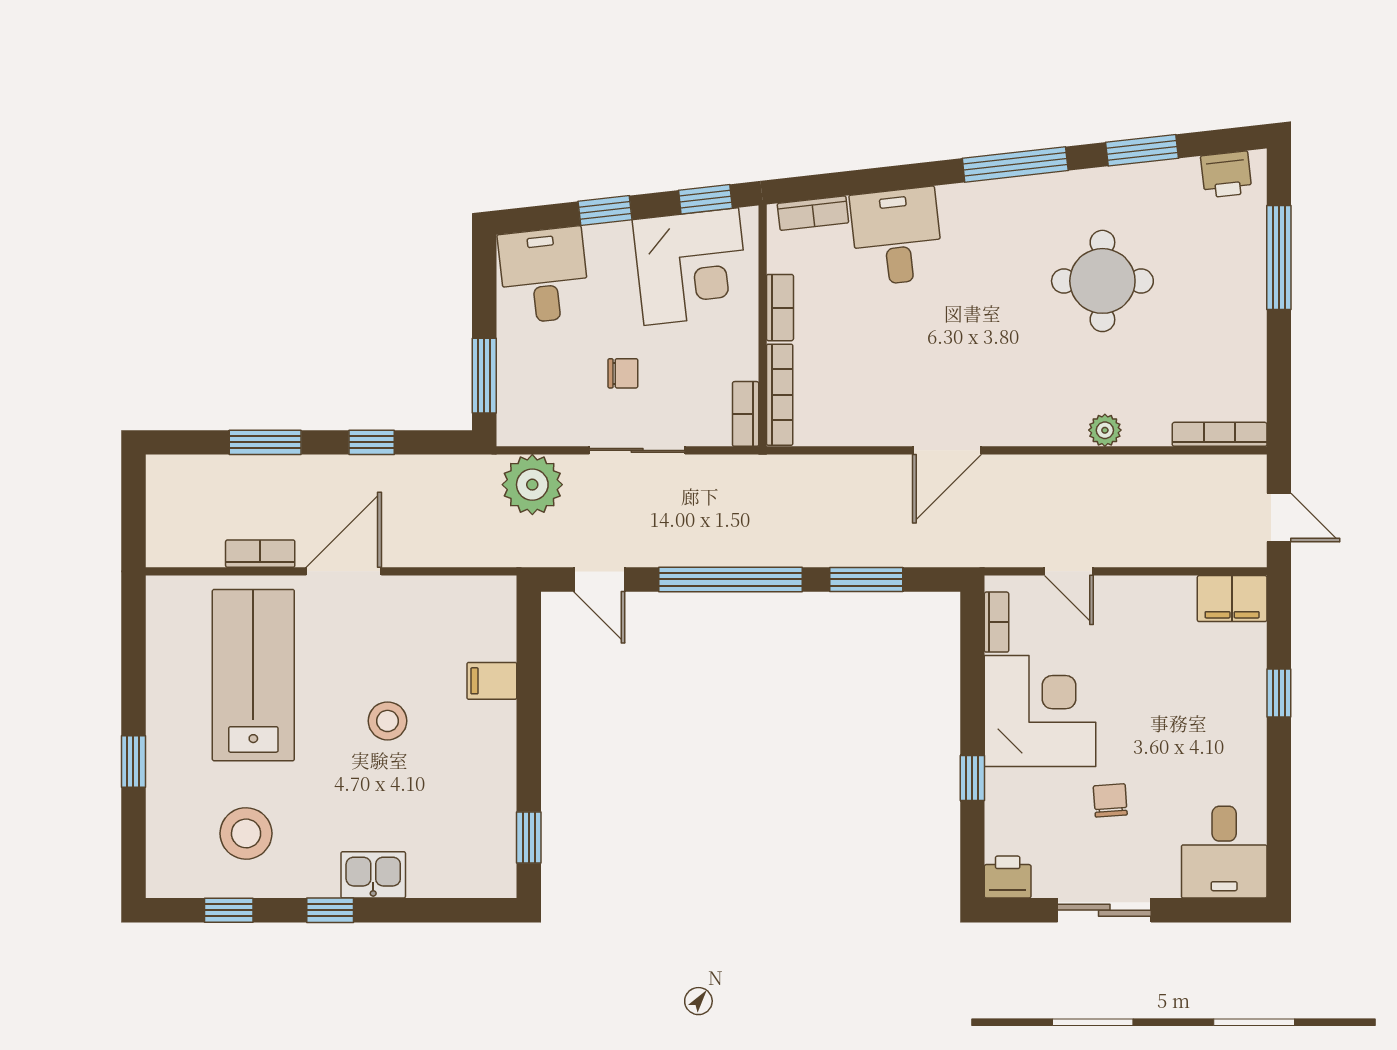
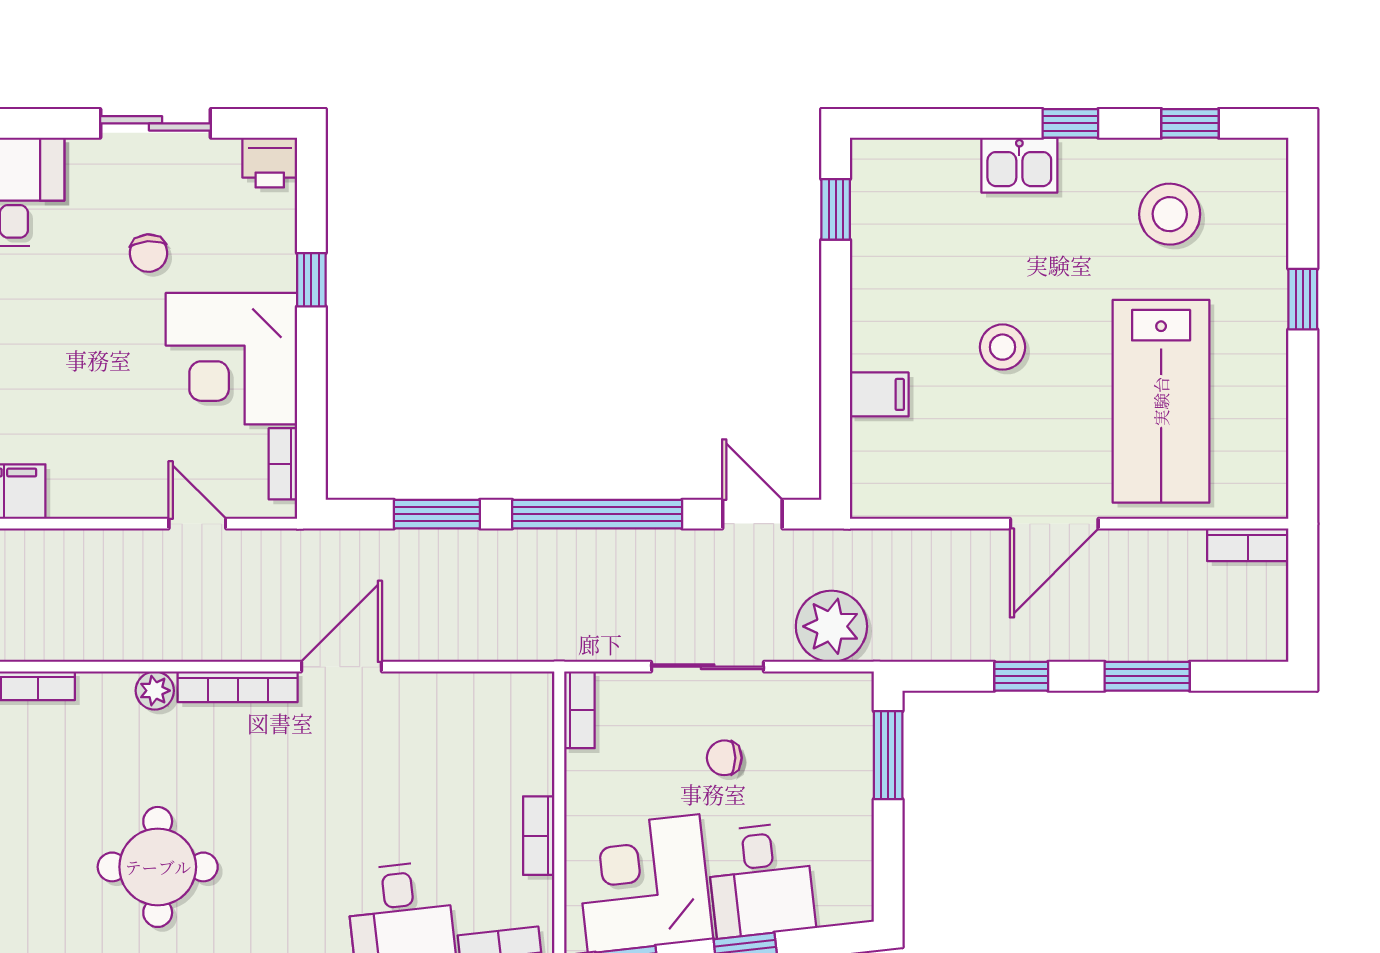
desk: (544, 275) -> (761, 880), moved
bookcase: (780, 395) -> (238, 687), moved, turned -90
bookcase: (260, 554) -> (1248, 545), moved

